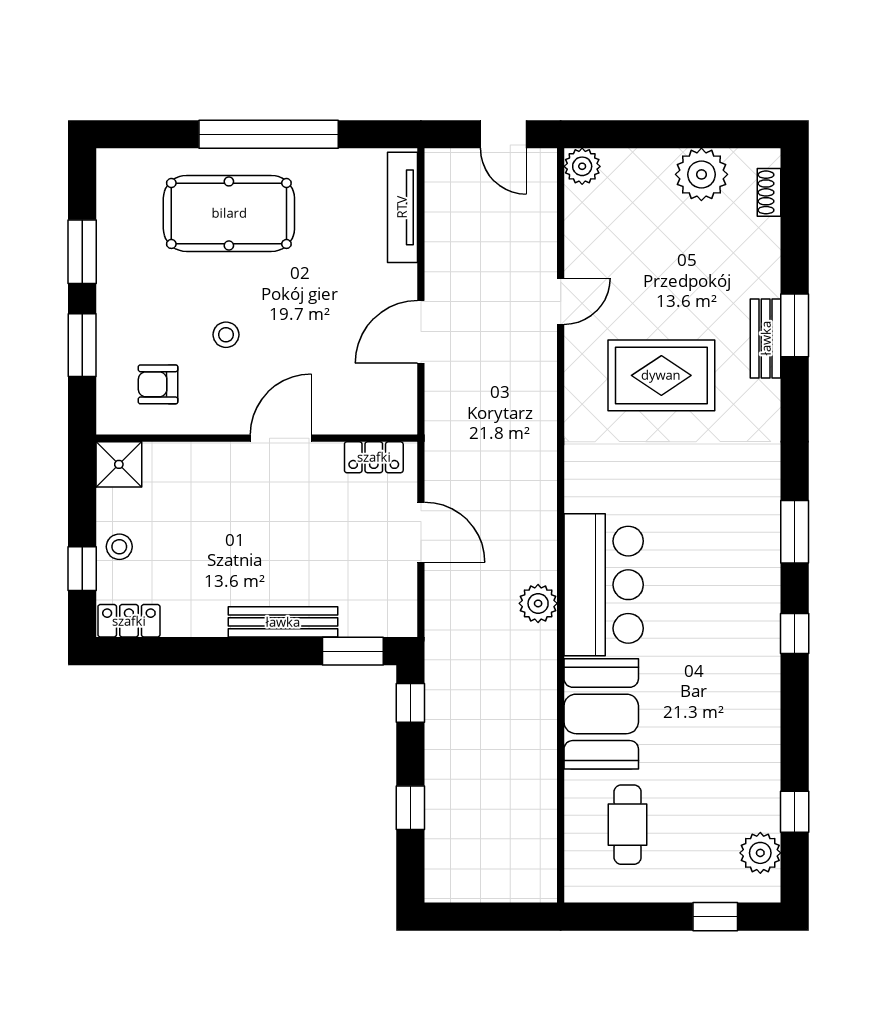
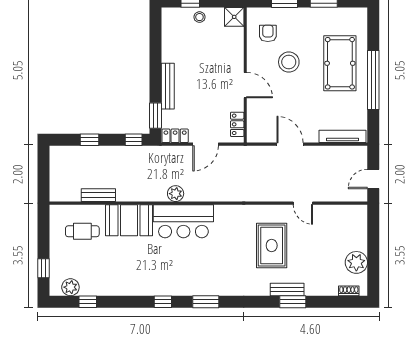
plant: (582, 166) -> (360, 212), removed
stool: (226, 335) -> (289, 62), width x1.89, depth x1.89
locker: (129, 621) -> (175, 136), moved, turned -90
bench: (542, 786) -> (98, 195), added

